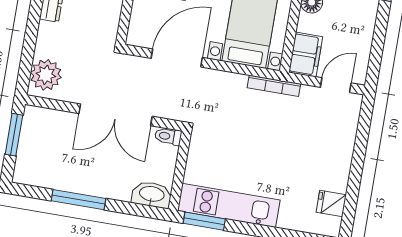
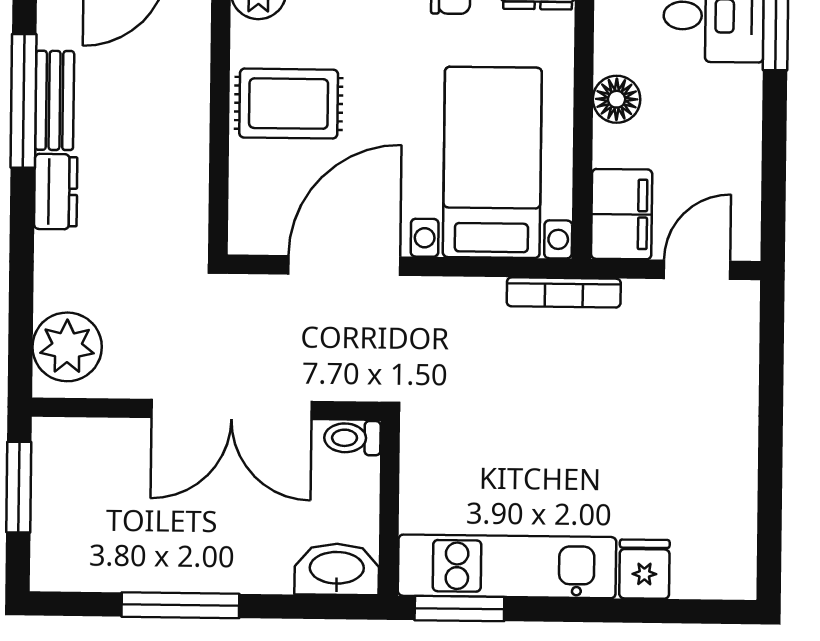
fridge: (331, 203) -> (644, 569), moved, turned 90

